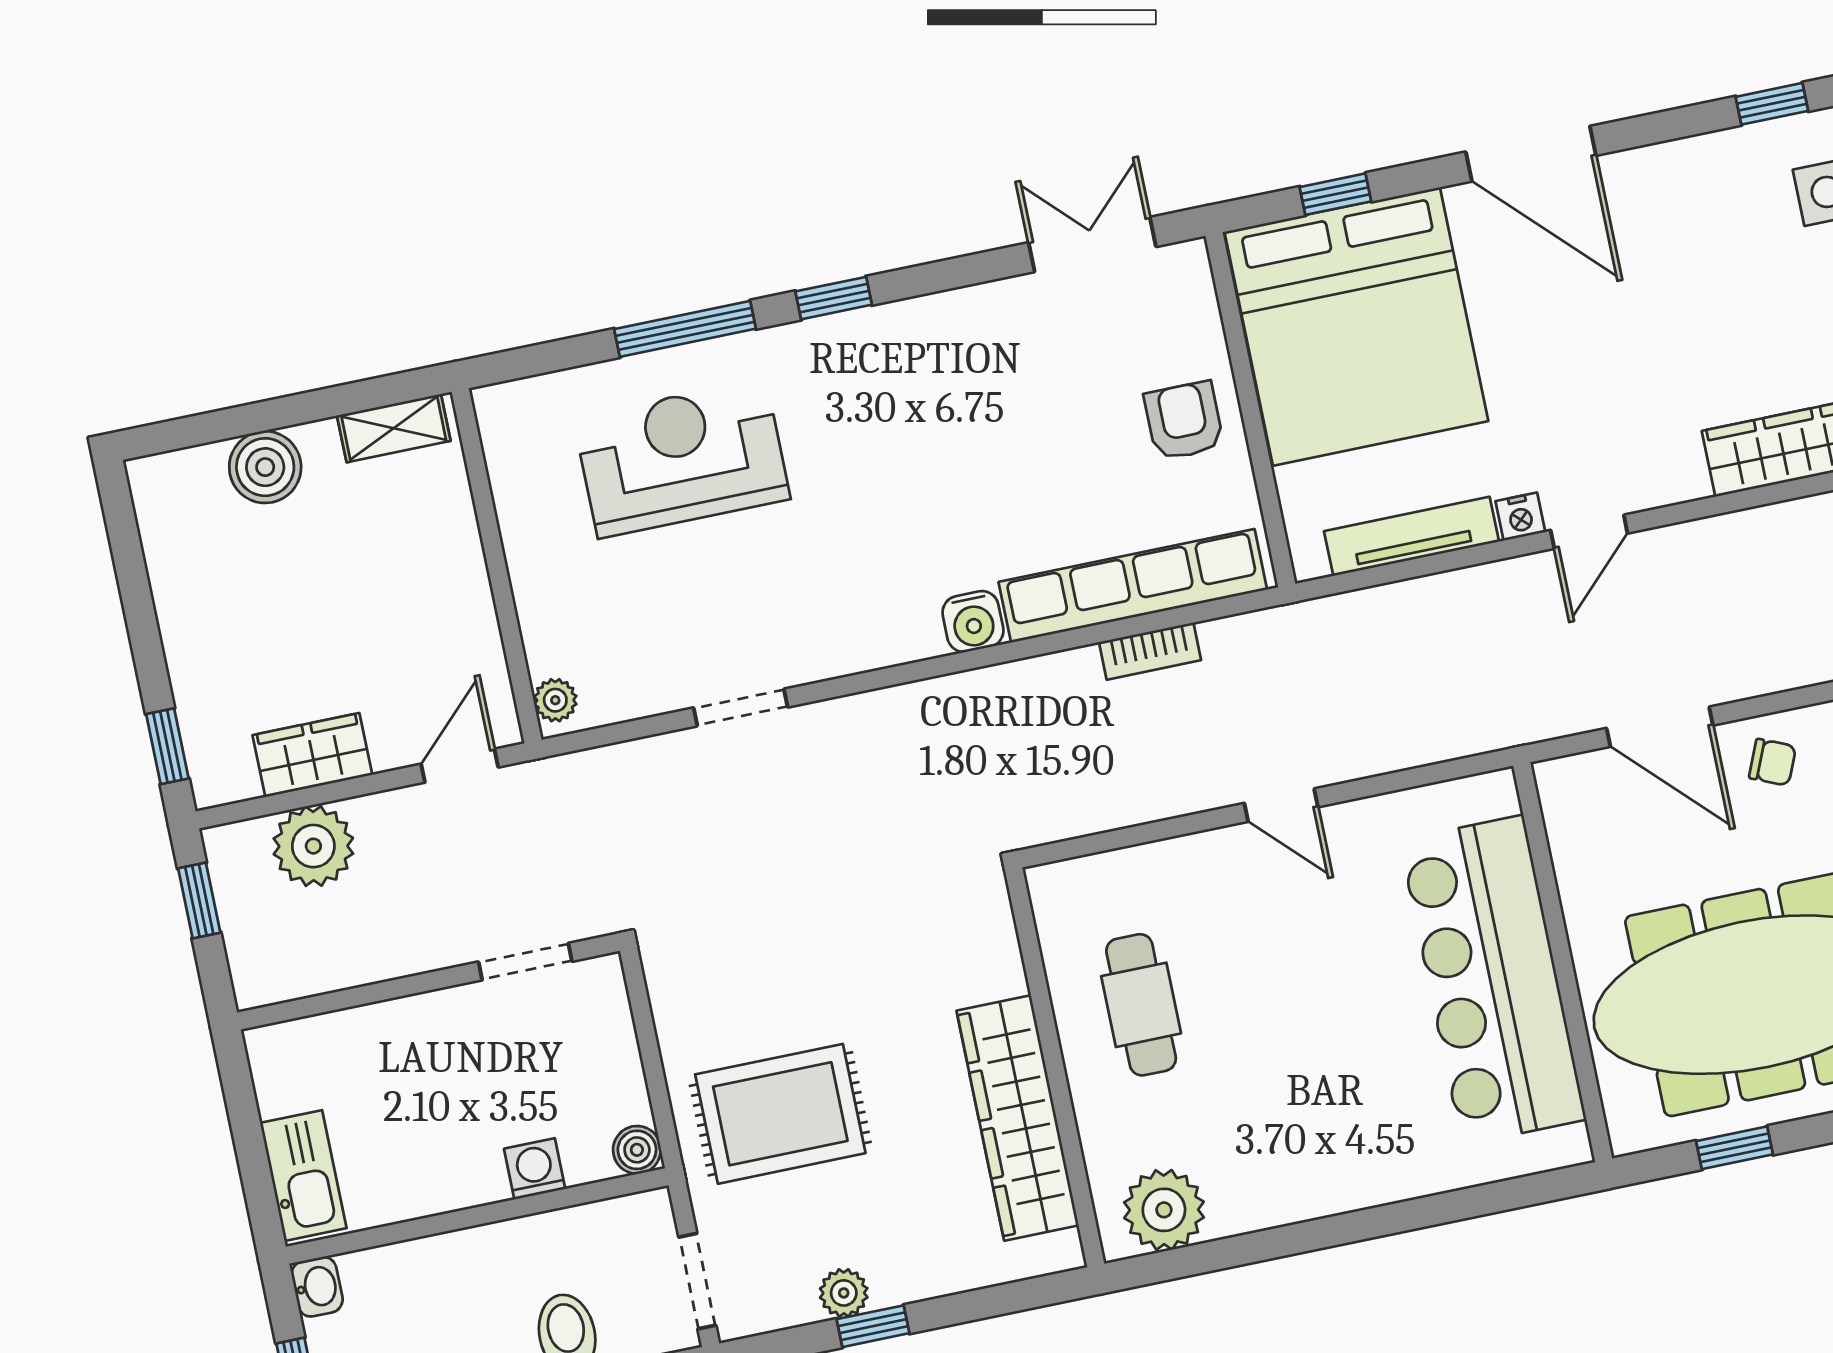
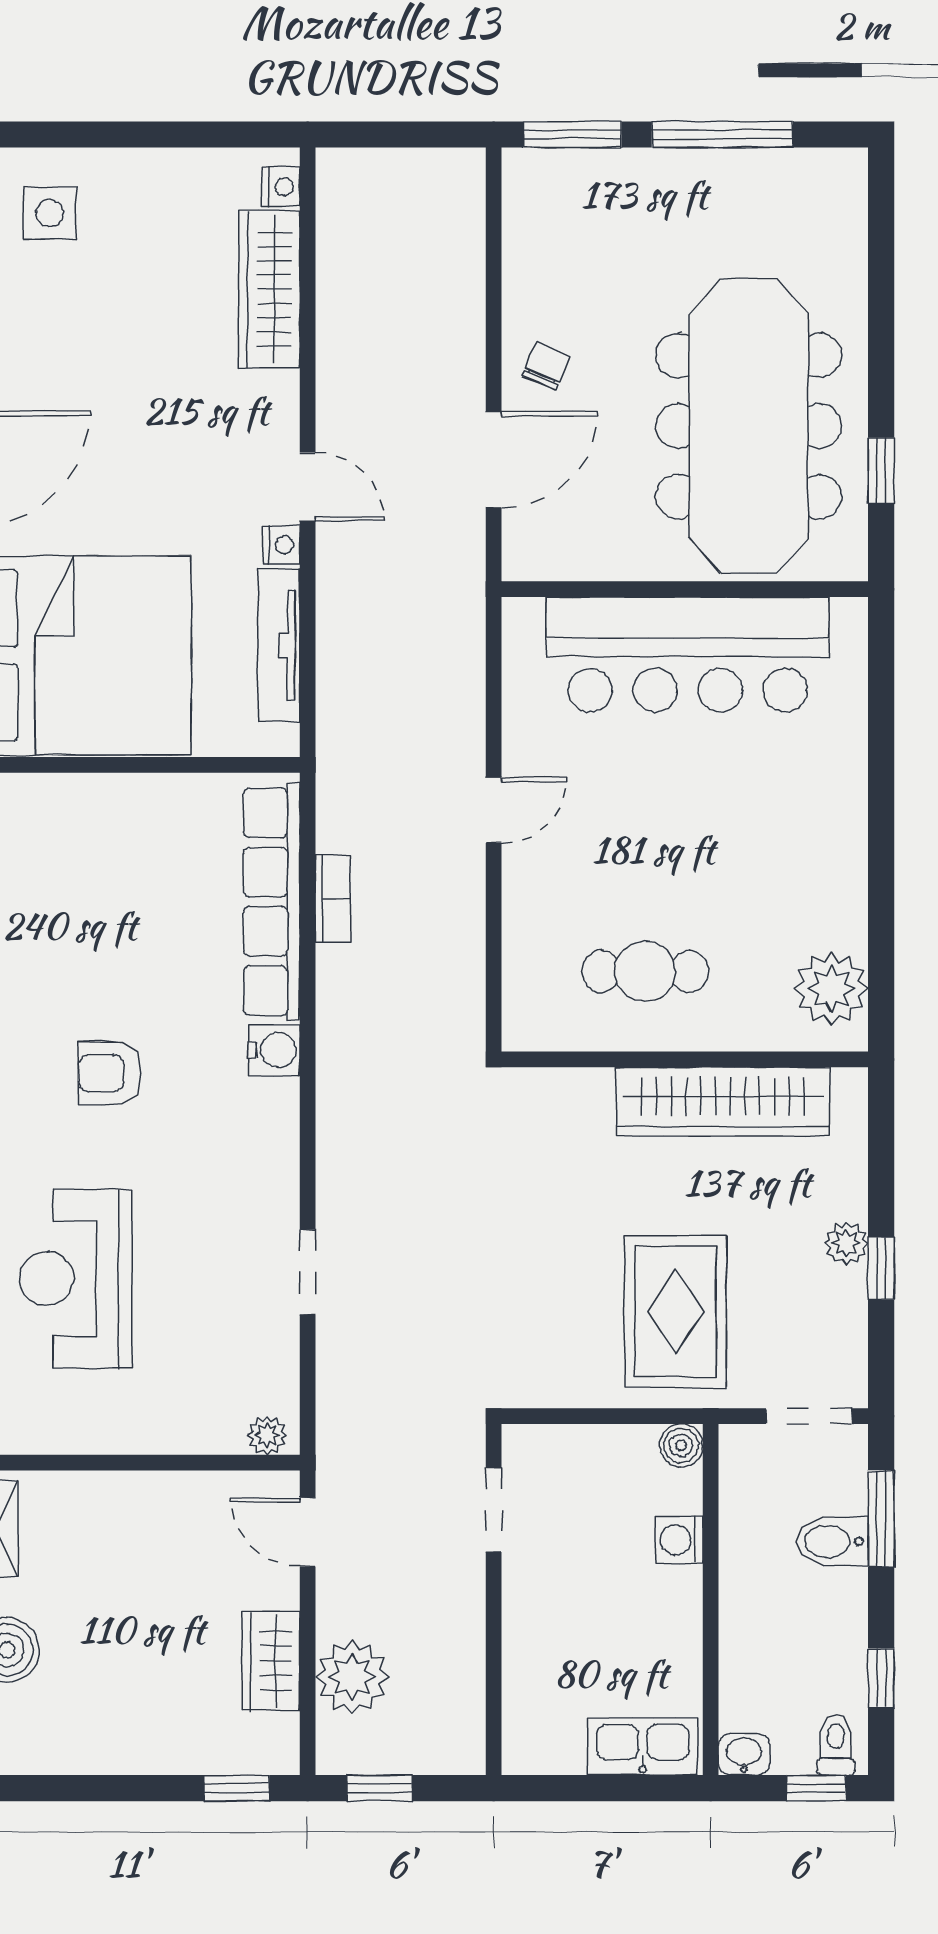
armchair: (1184, 421) -> (110, 1073), moved
plant: (844, 1293) -> (846, 1243), moved

